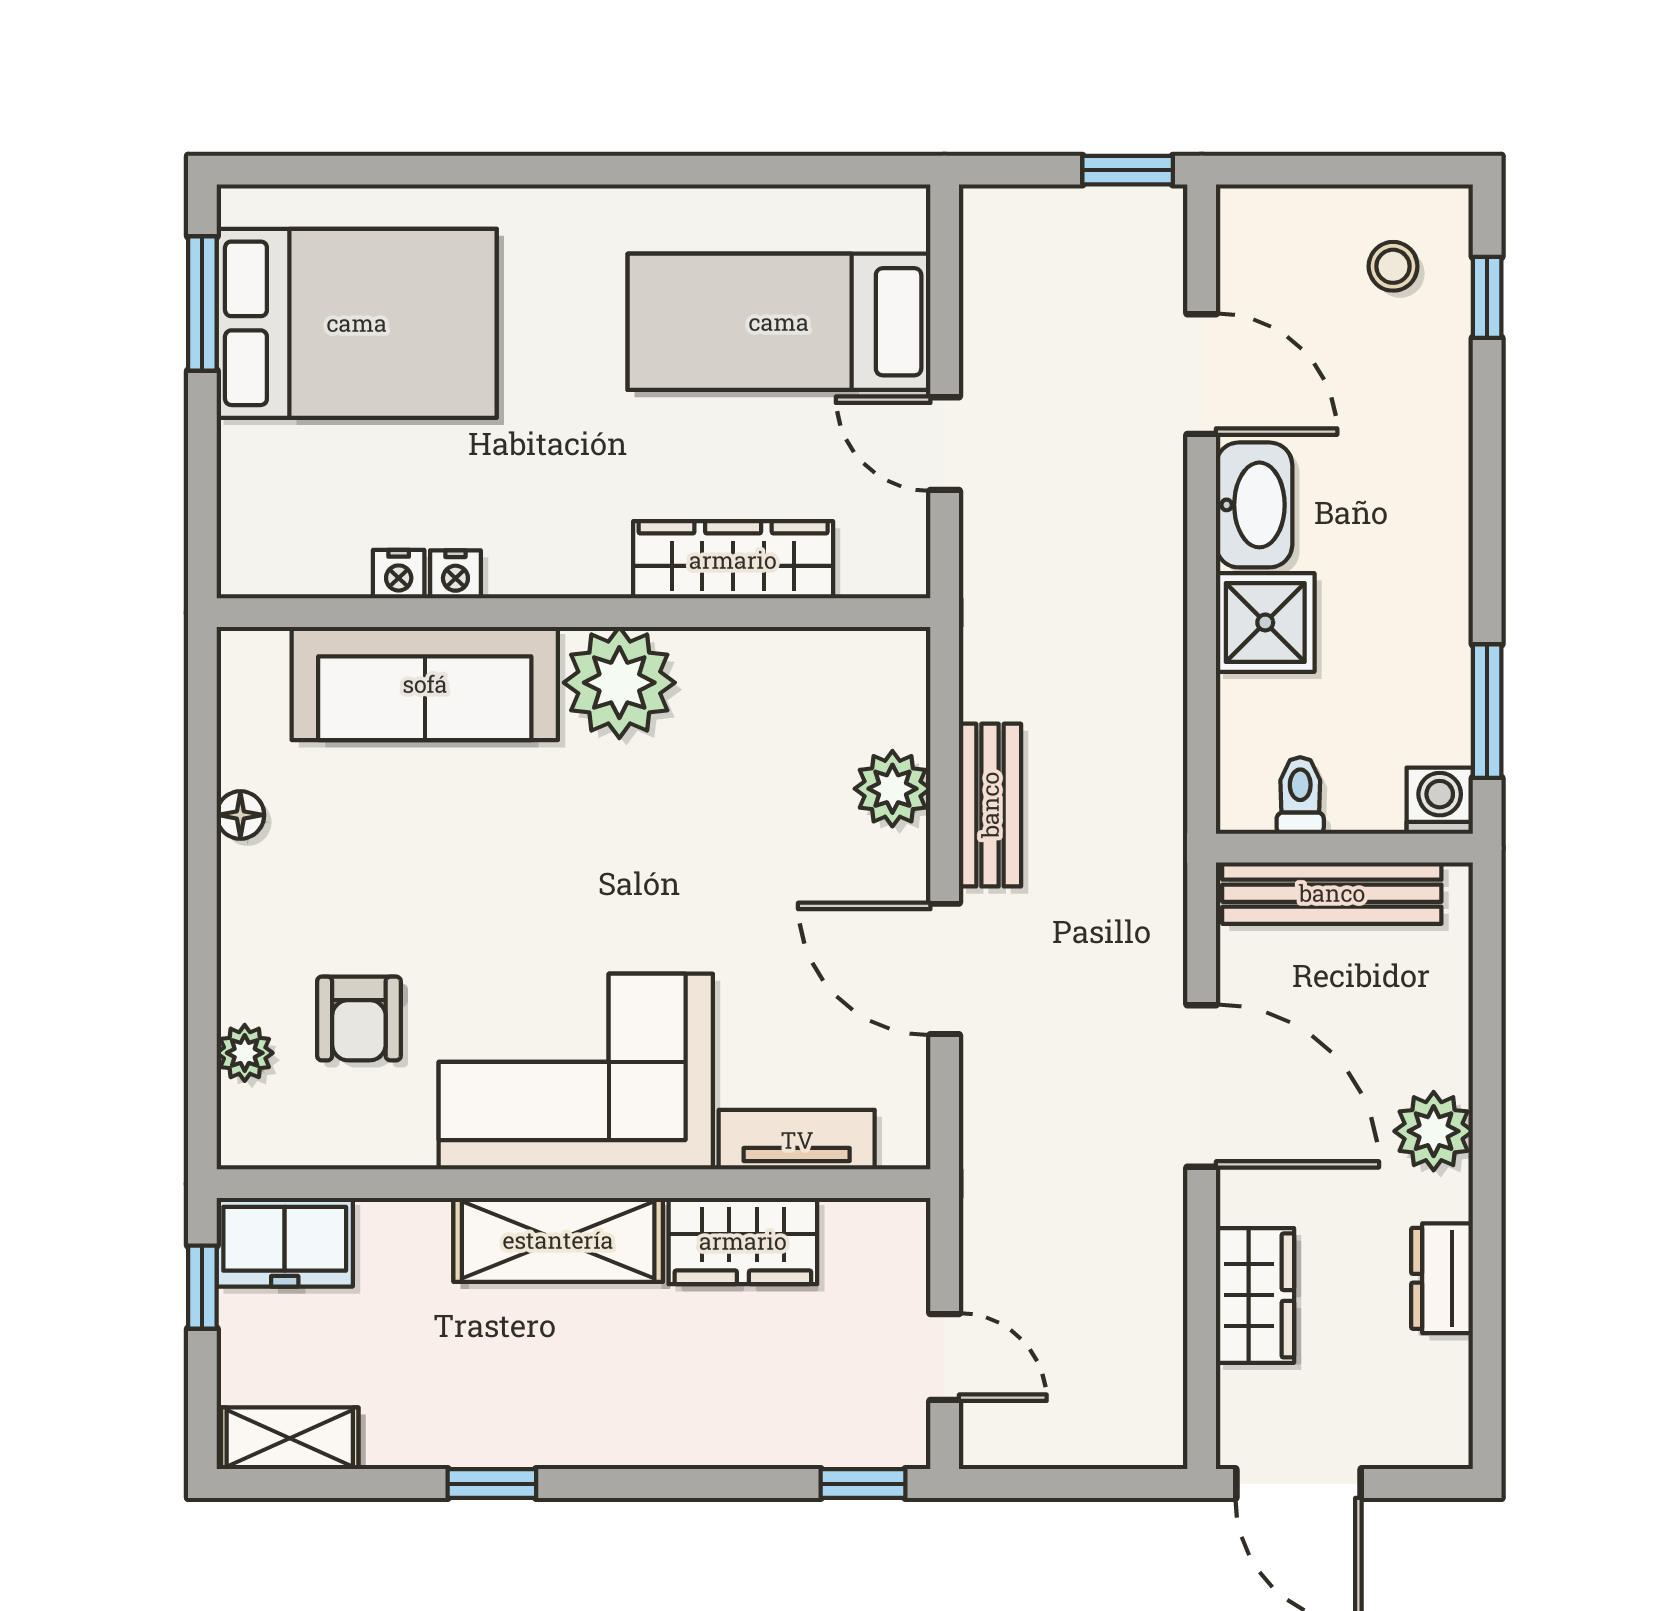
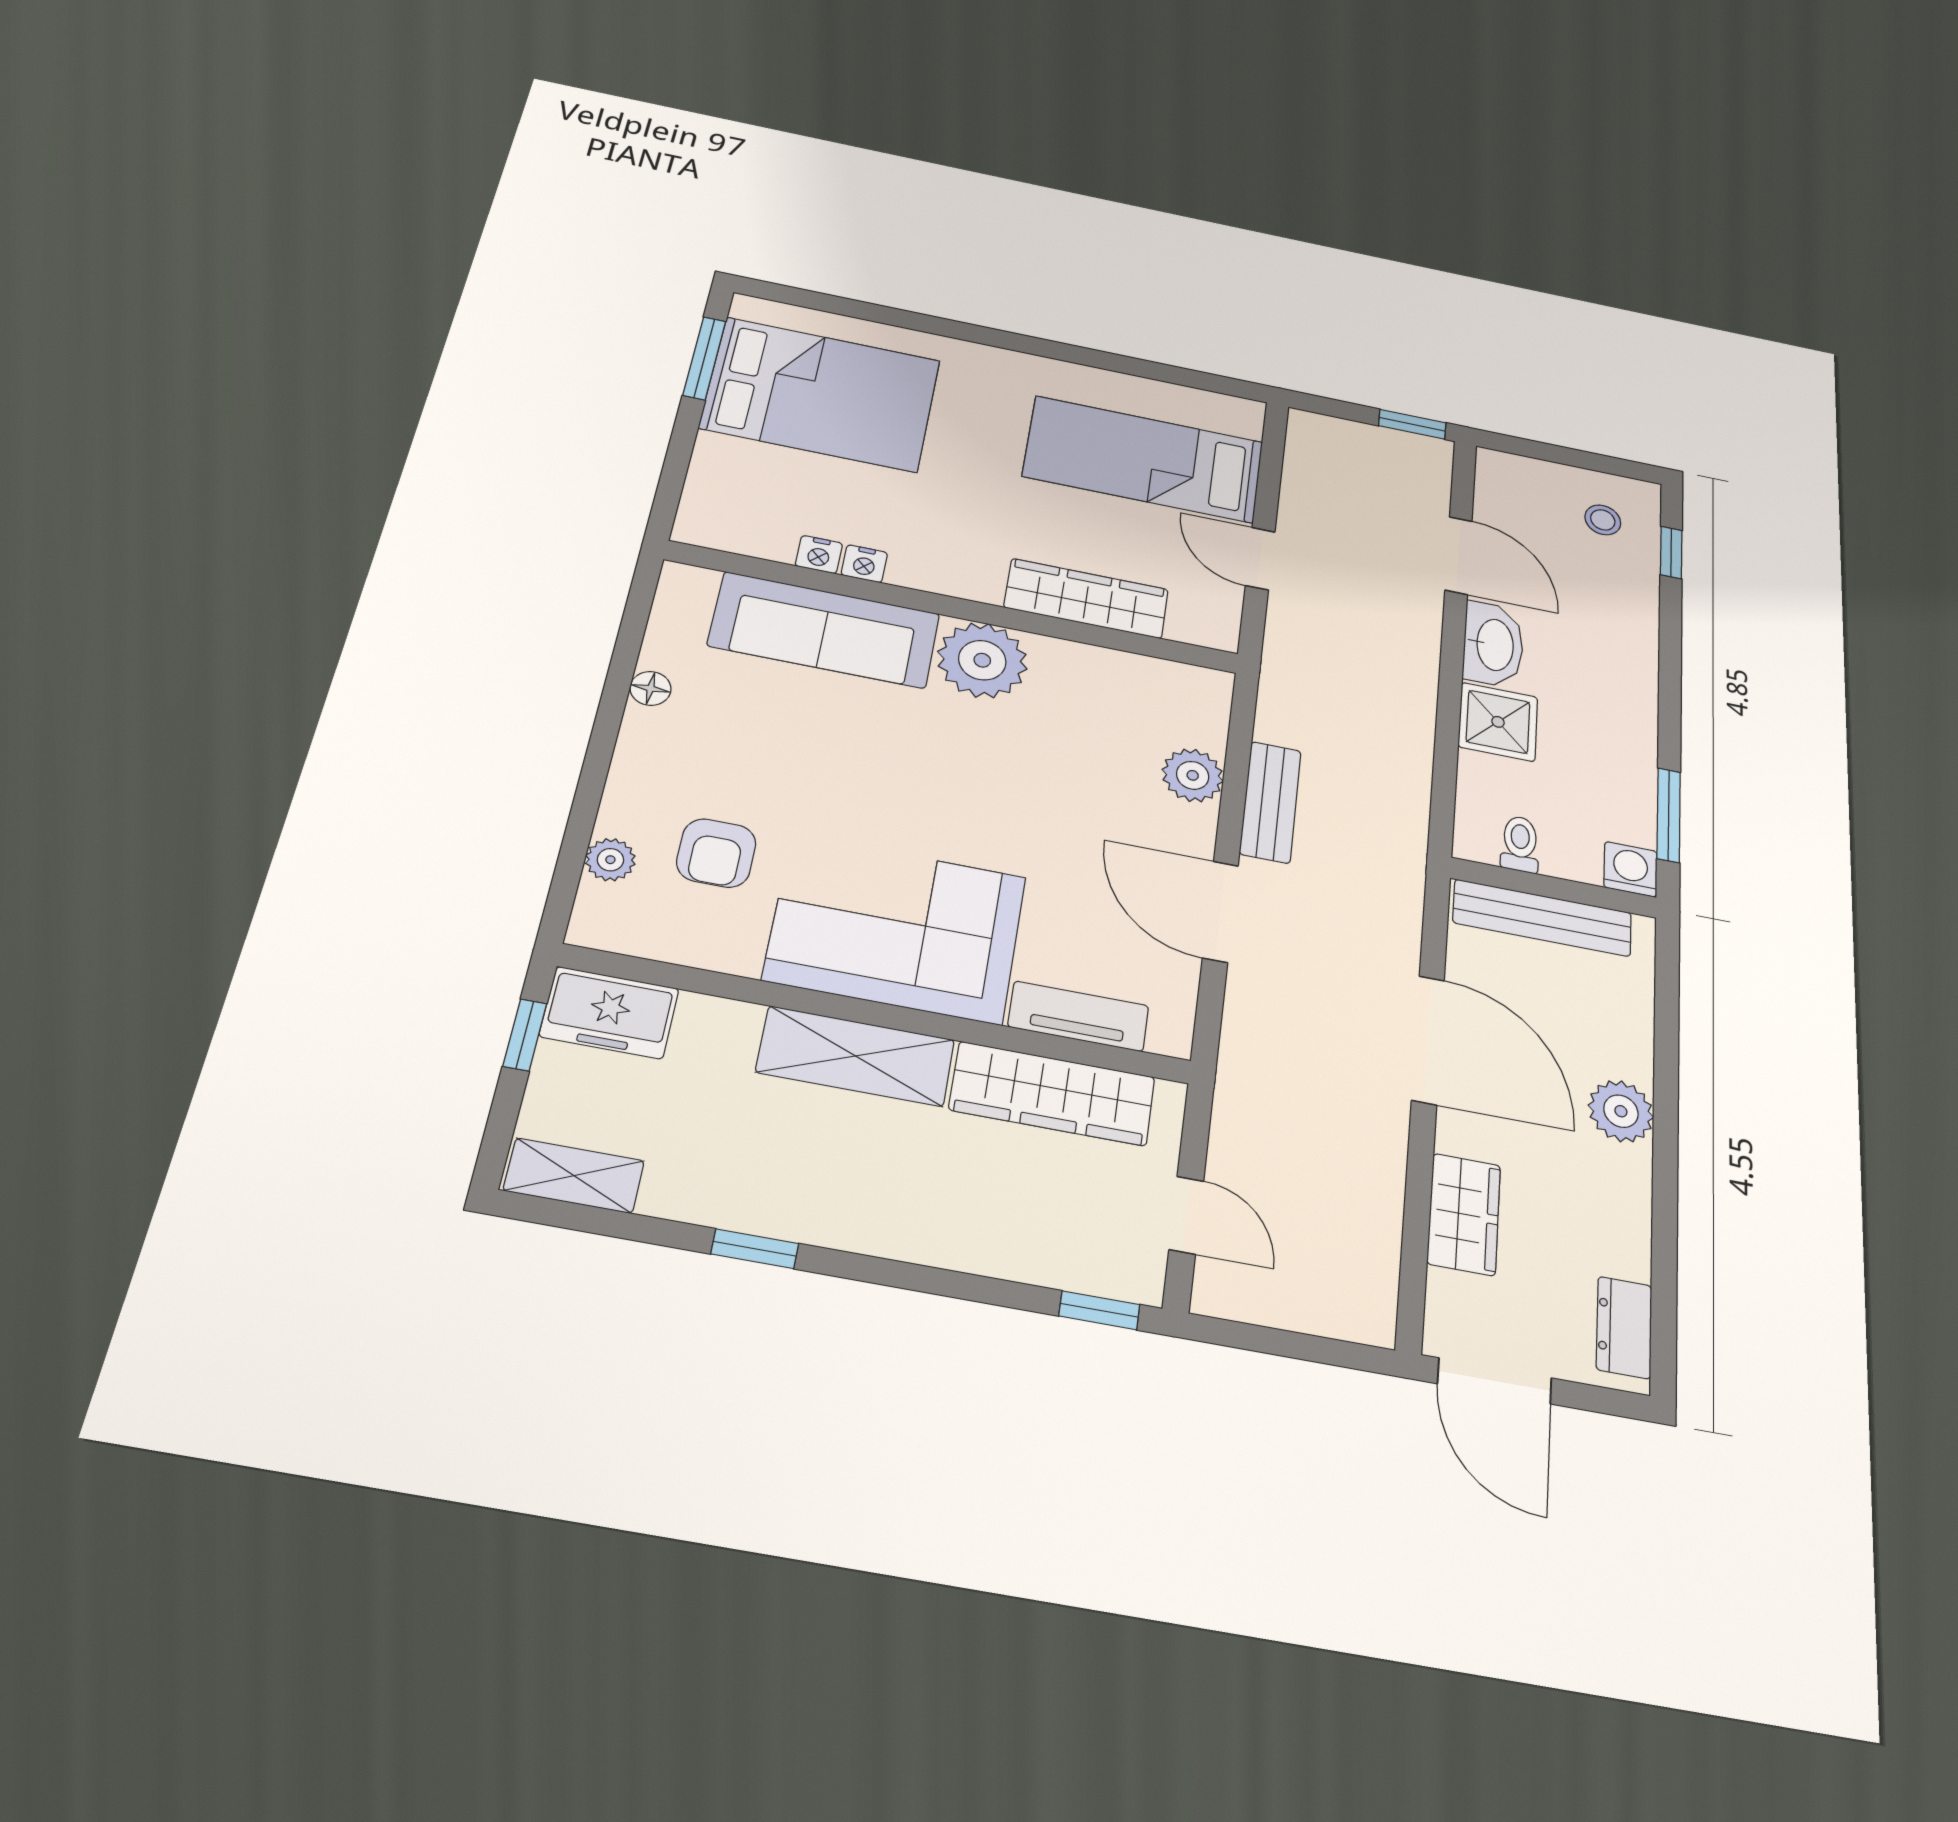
wardrobe: (743, 1241) -> (1052, 1093), width x1.50
dresser: (1442, 1278) -> (1624, 1327), moved

